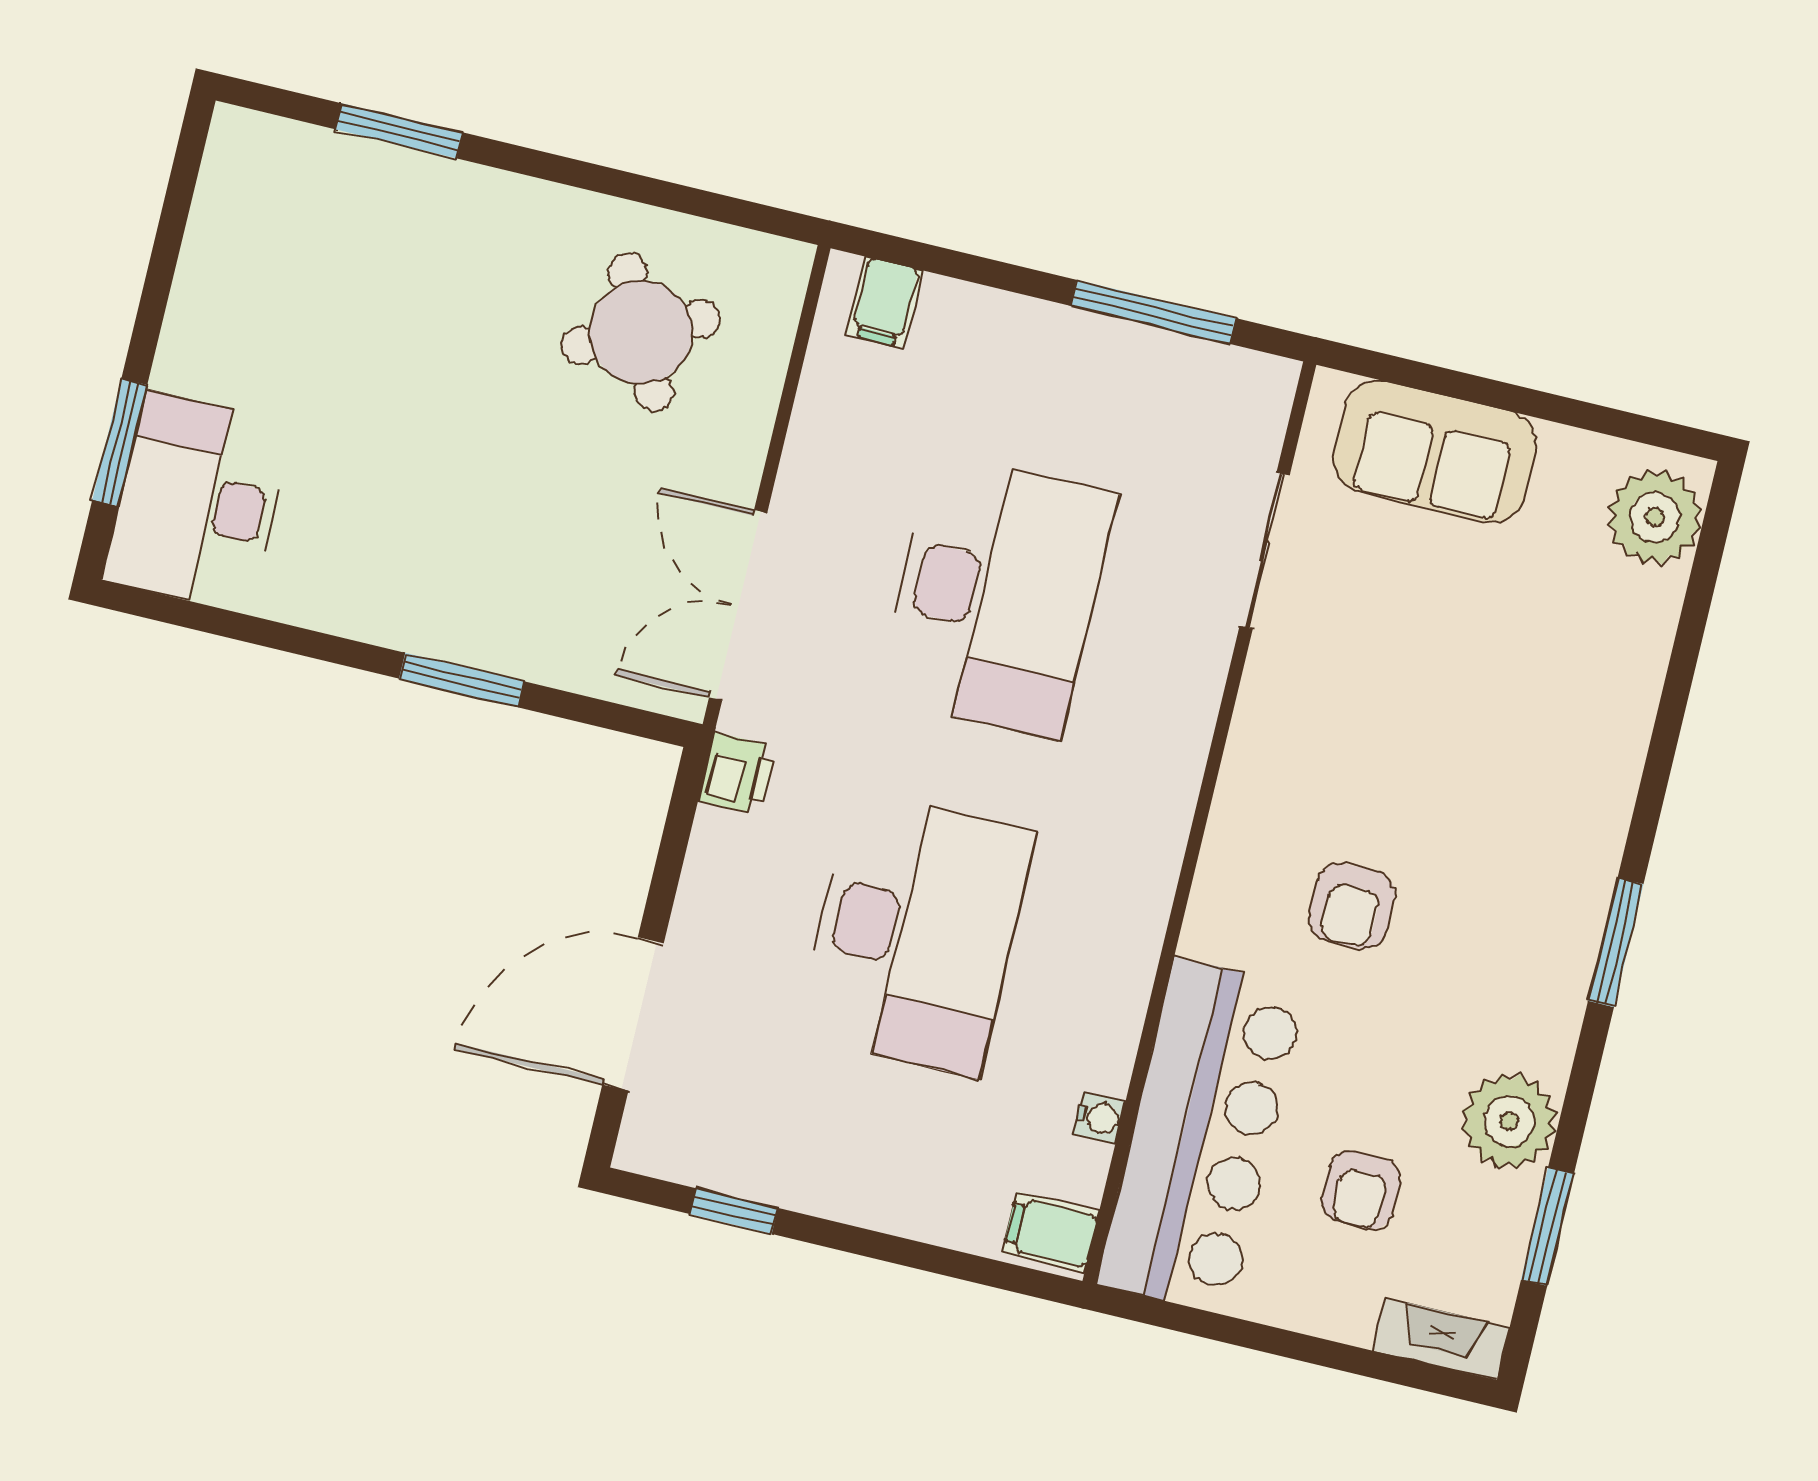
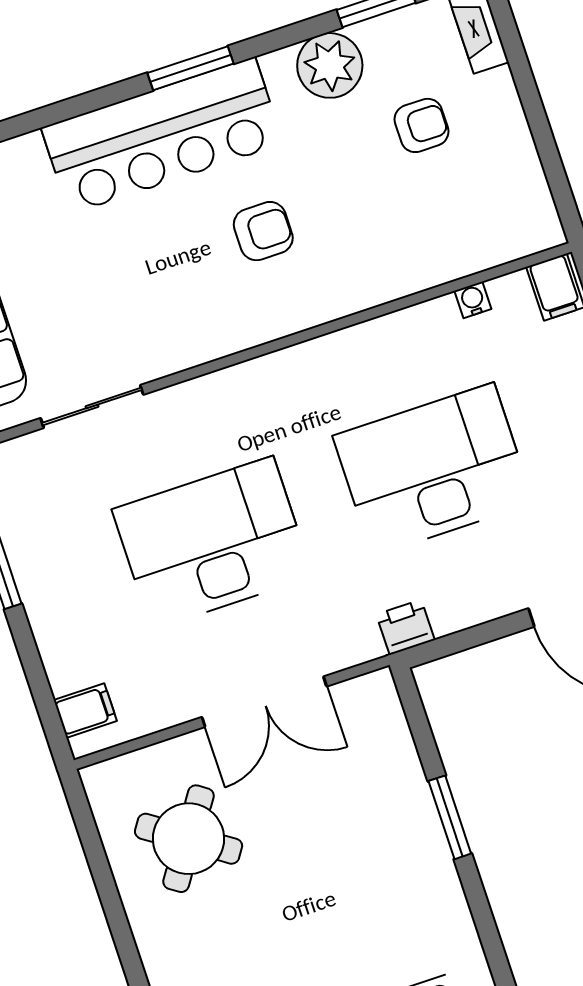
round table: (641, 332) -> (189, 839), turned -30
double door: (738, 605) -> (264, 702), moved
bar counter: (1202, 1136) -> (162, 135), moved, turned 180

